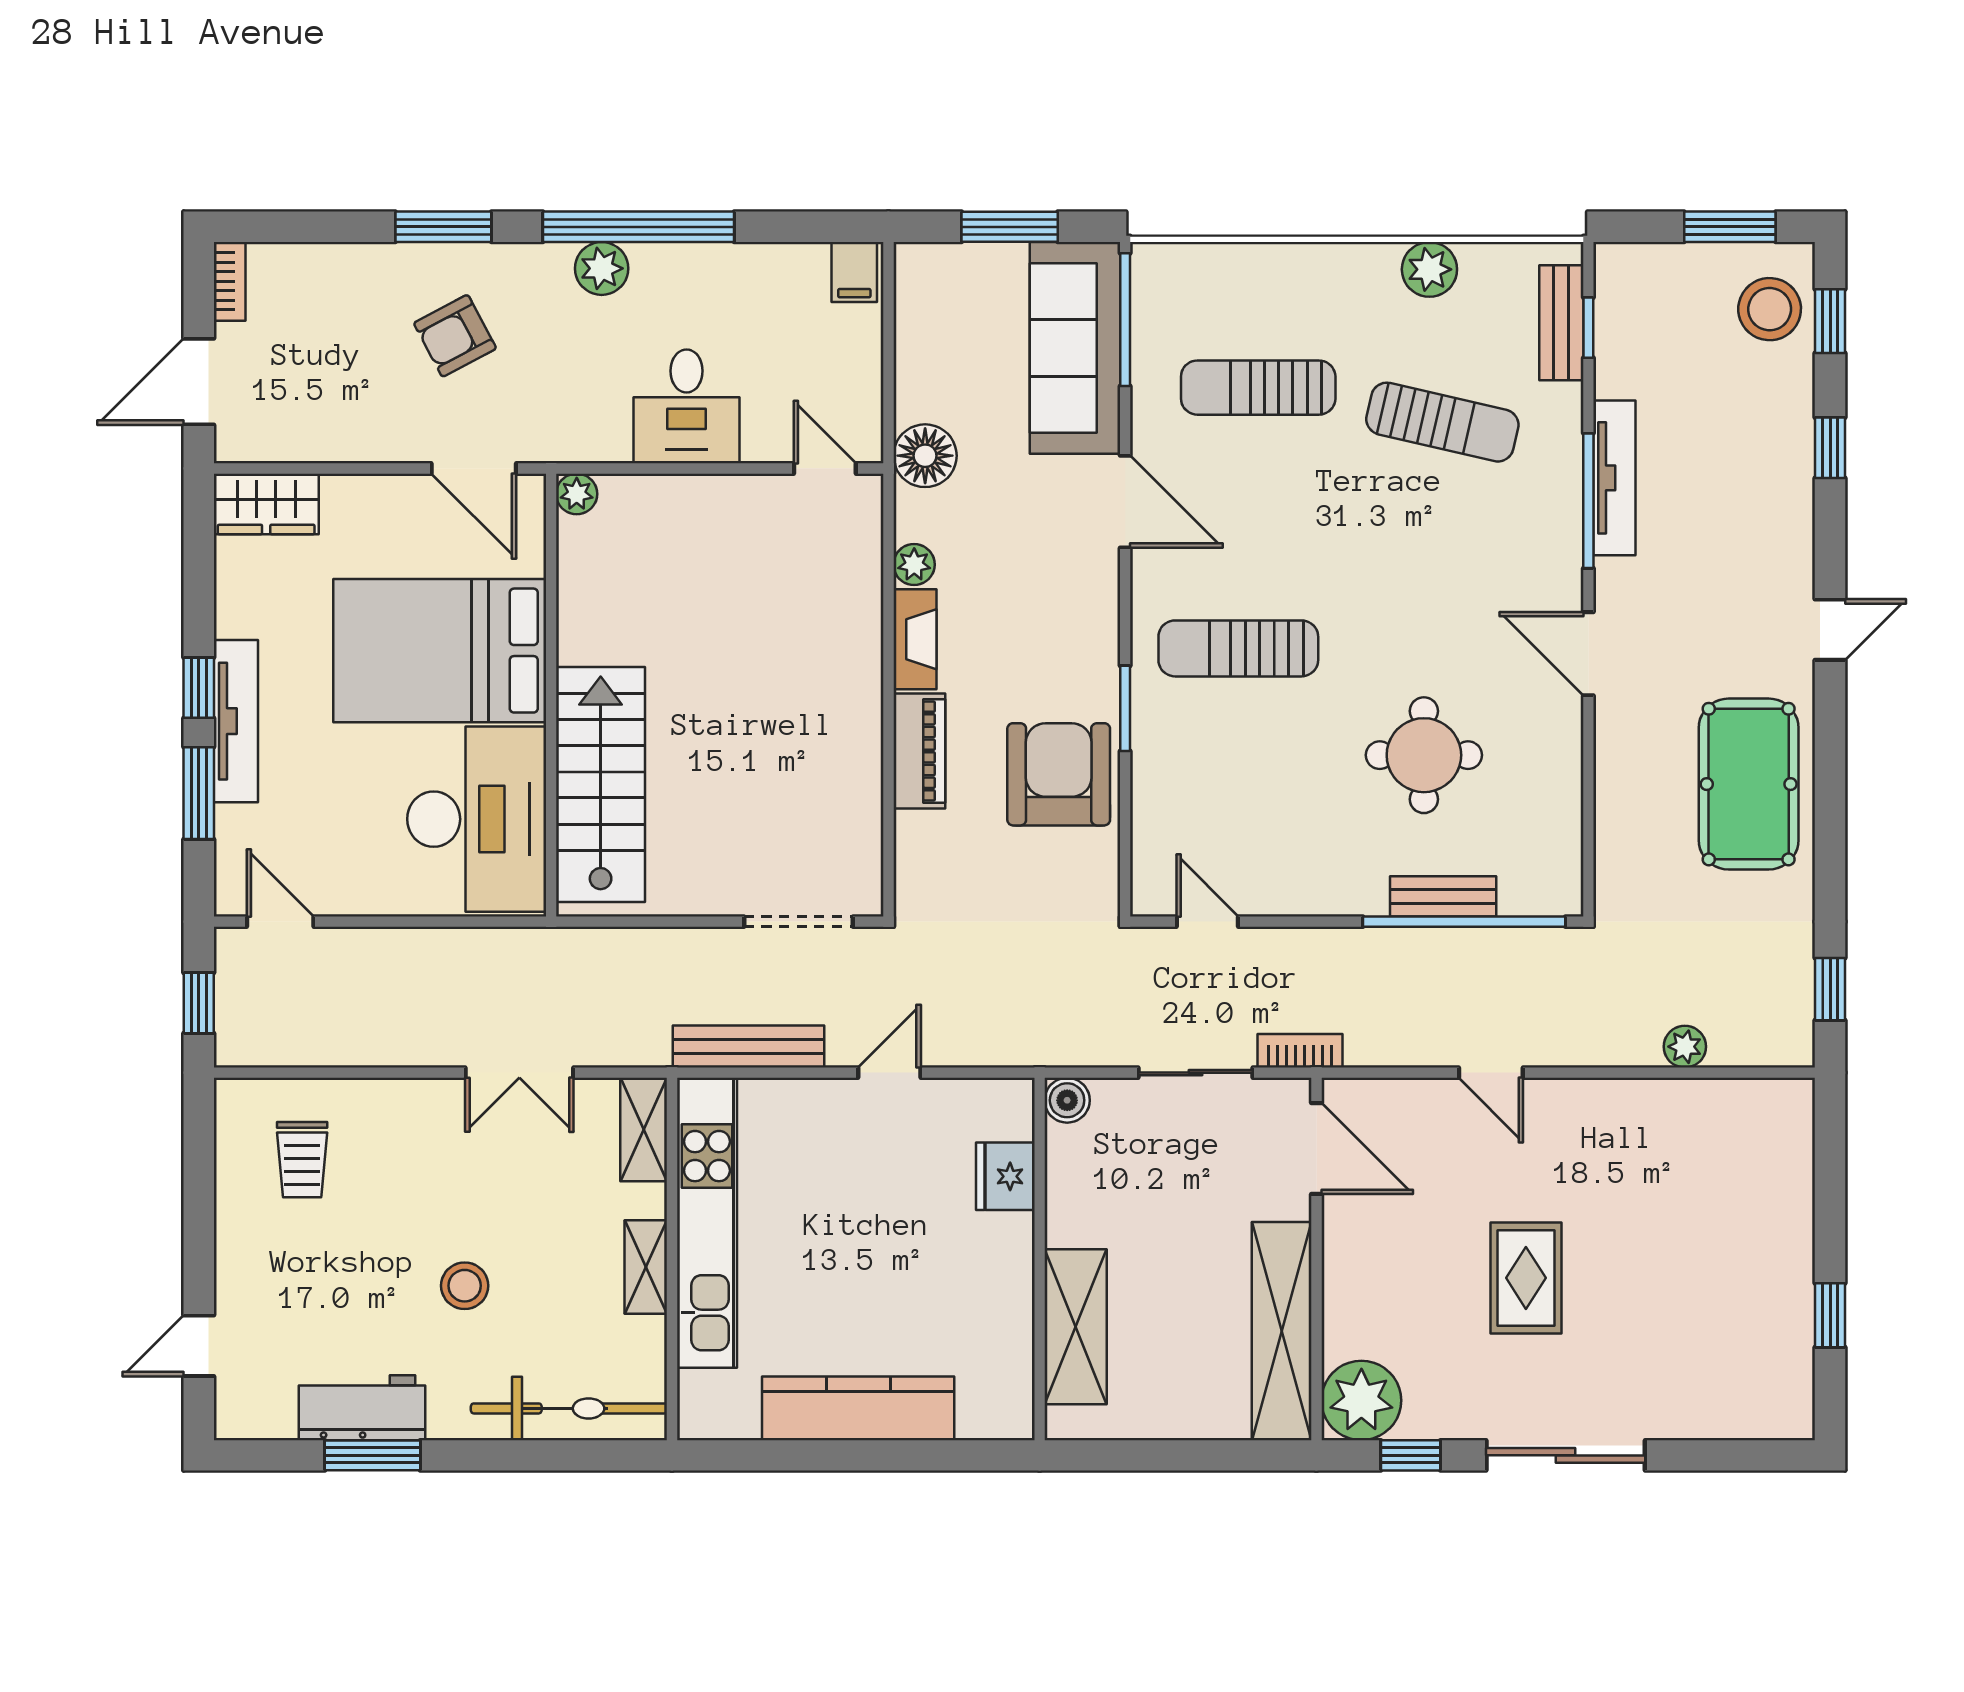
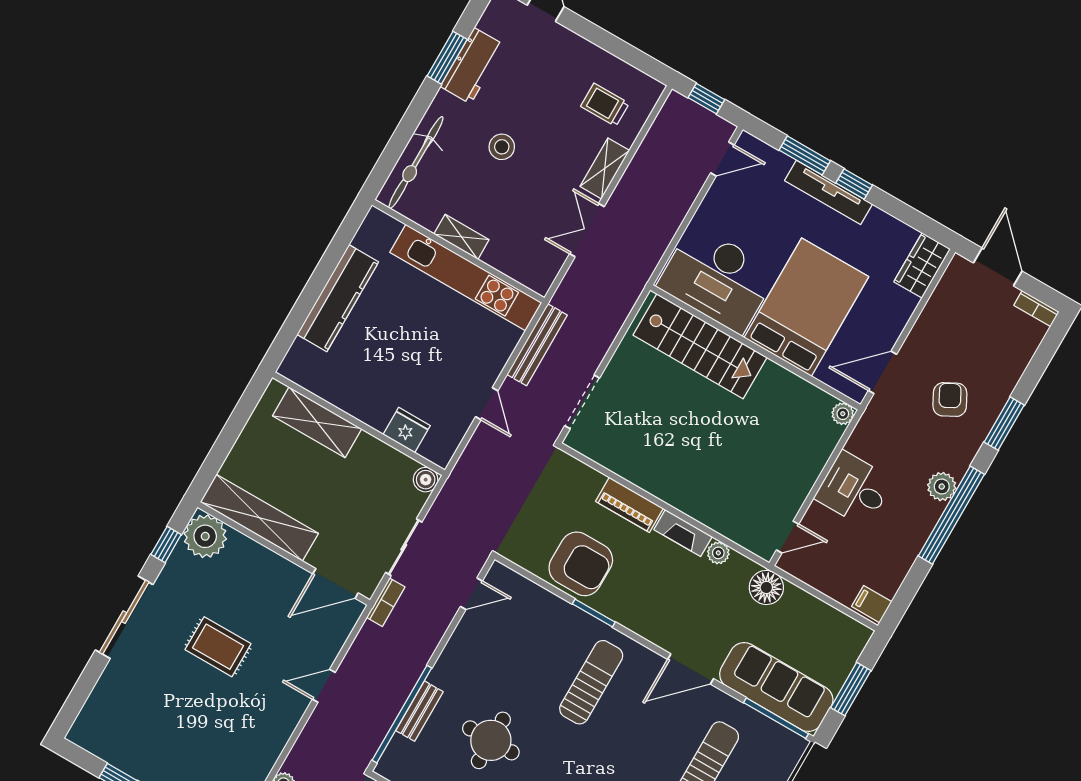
shelving: (644, 1130) -> (605, 168), moved, turned 90

